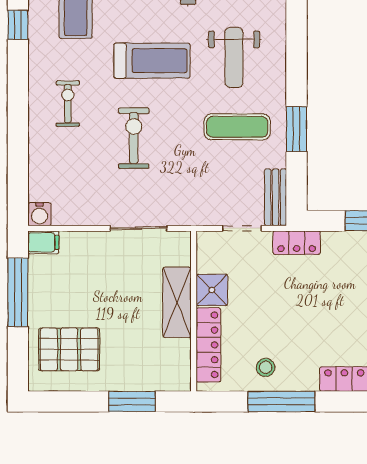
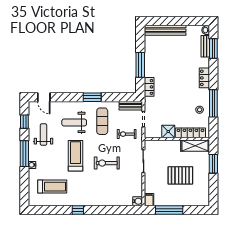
window: (18, 25) -> (78, 210), moved
weight bench: (234, 57) -> (74, 122), turned 180
exercise bike: (68, 104) -> (127, 134), moved
window: (296, 129) -> (92, 97), moved
locker: (297, 243) -> (149, 87), moved
shelving: (177, 302) -> (195, 146), moved
pallet: (69, 349) -> (180, 175), moved, turned 90

